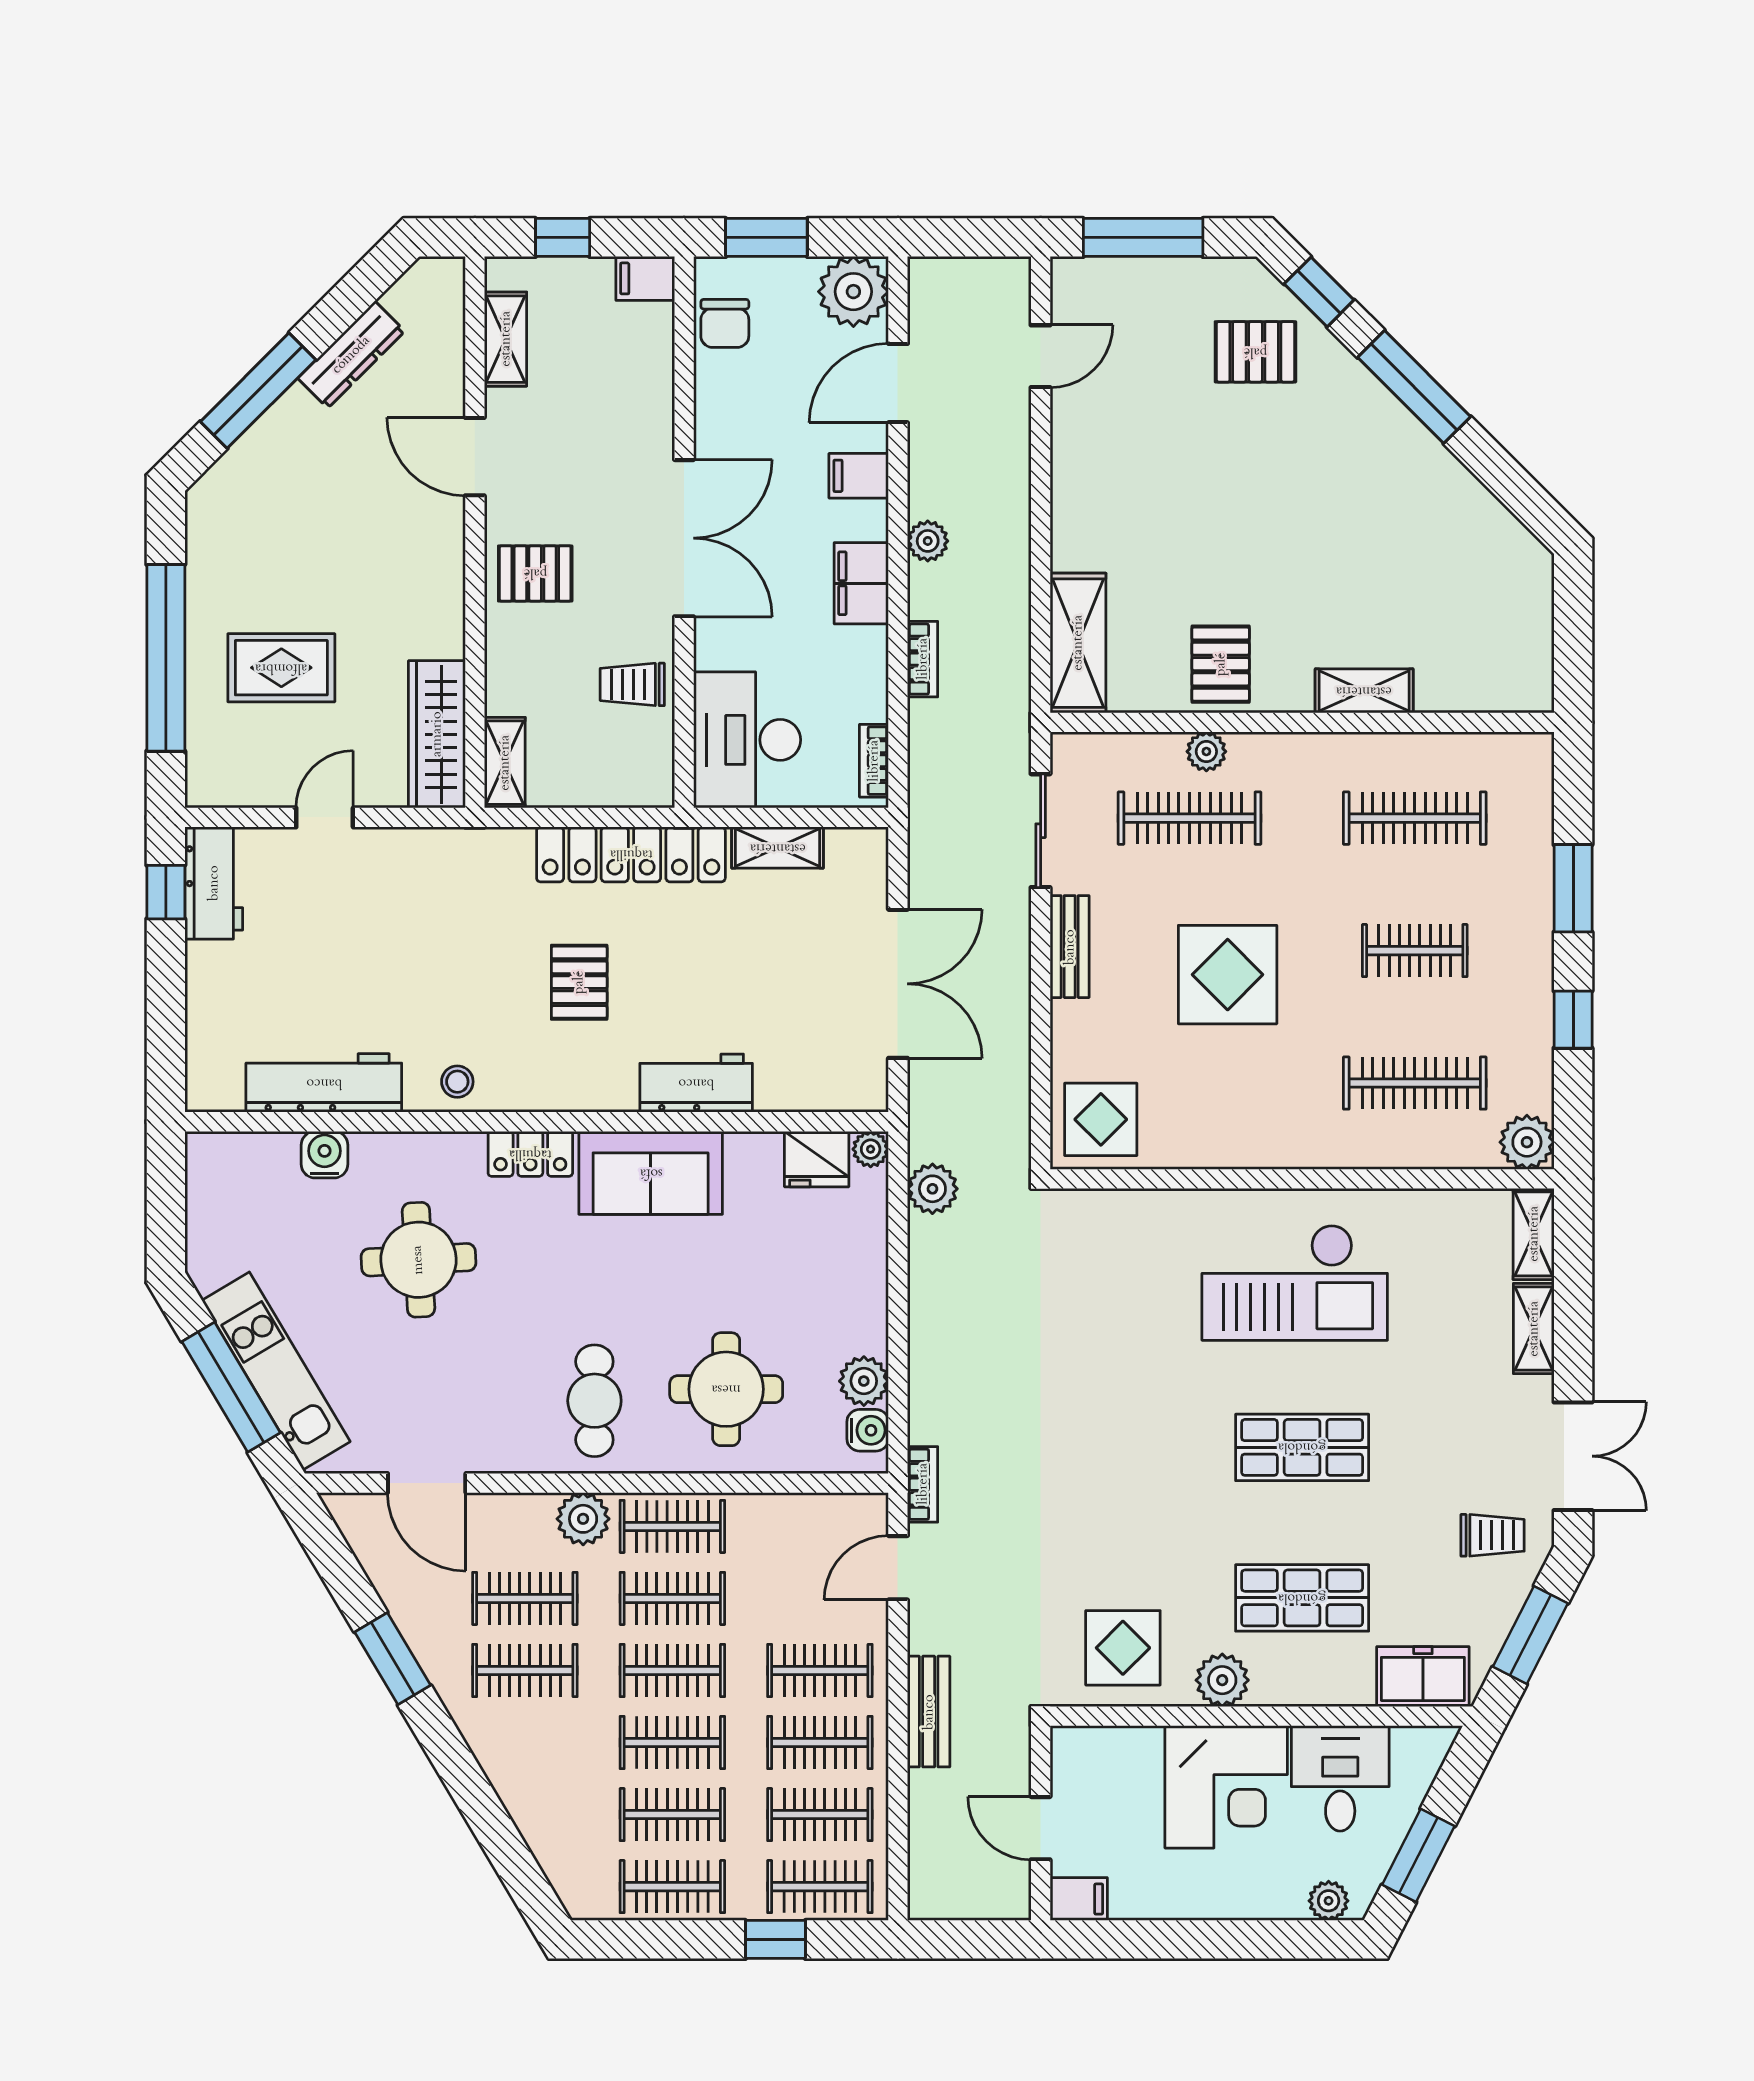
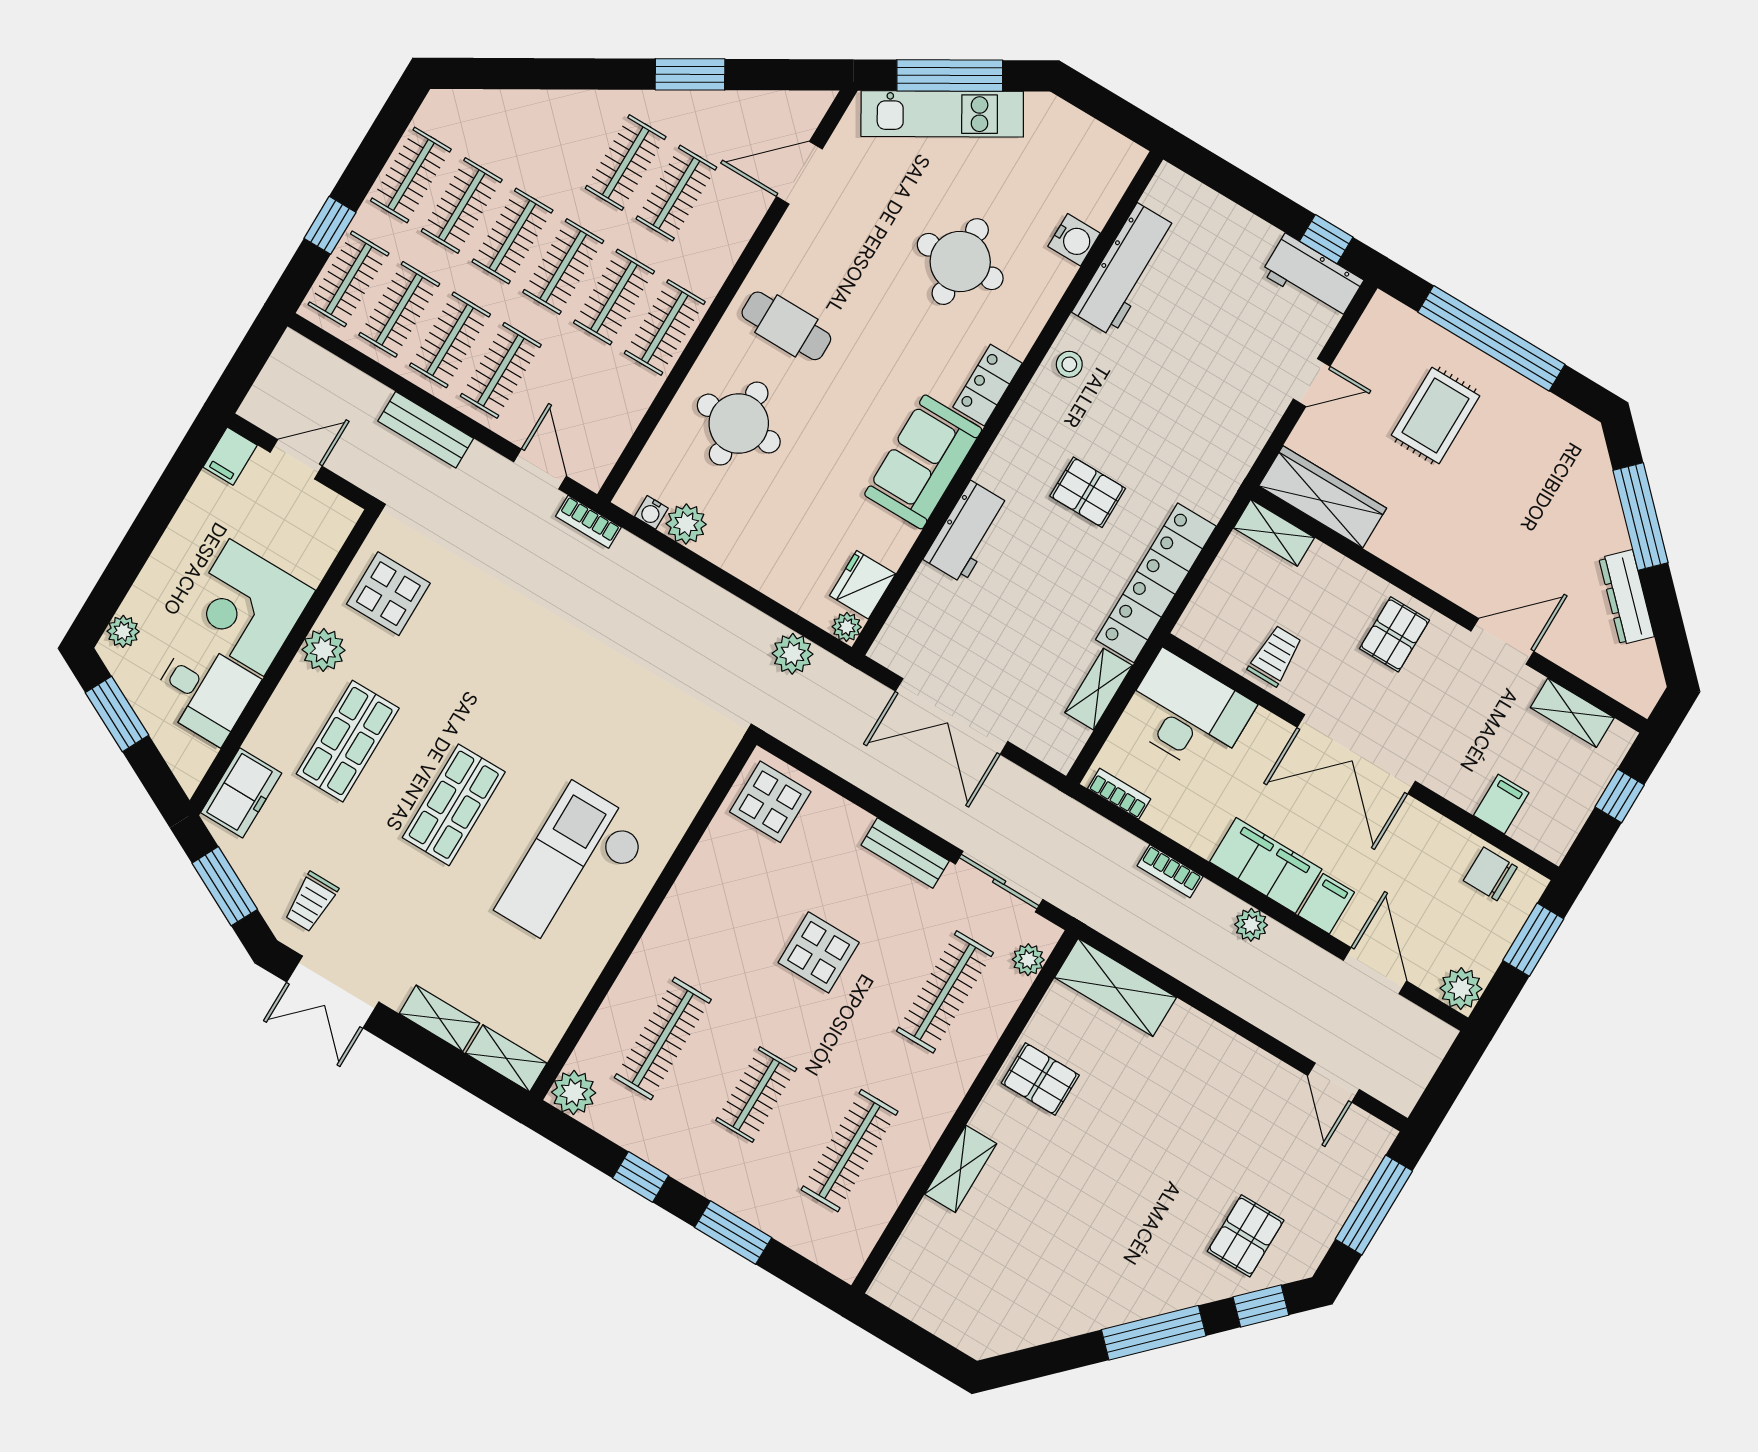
filing cabinet: (645, 278) -> (1501, 804), moved
plant: (853, 292) -> (1461, 989), width x0.73, depth x0.73
filing cabinet: (861, 583) -> (1266, 866), width x1.50, depth x1.17
plant: (1206, 752) -> (1028, 960), moved
door: (325, 817) -> (1312, 383), hinge flipped
display table: (1228, 975) -> (819, 952), width x0.73, depth x0.73
water cooler: (868, 1430) -> (651, 512), width x0.72, depth x0.72
plant: (583, 1519) -> (708, 268), removed

